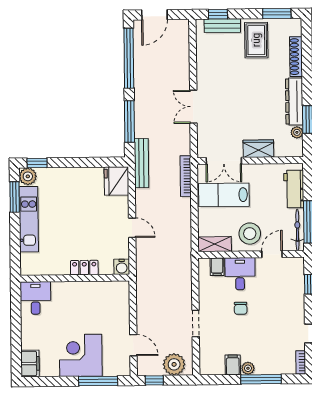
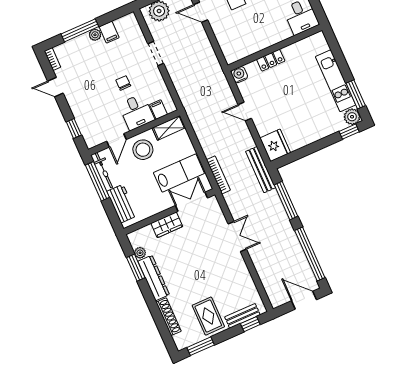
door: (154, 15) -> (304, 300), hinge flipped

